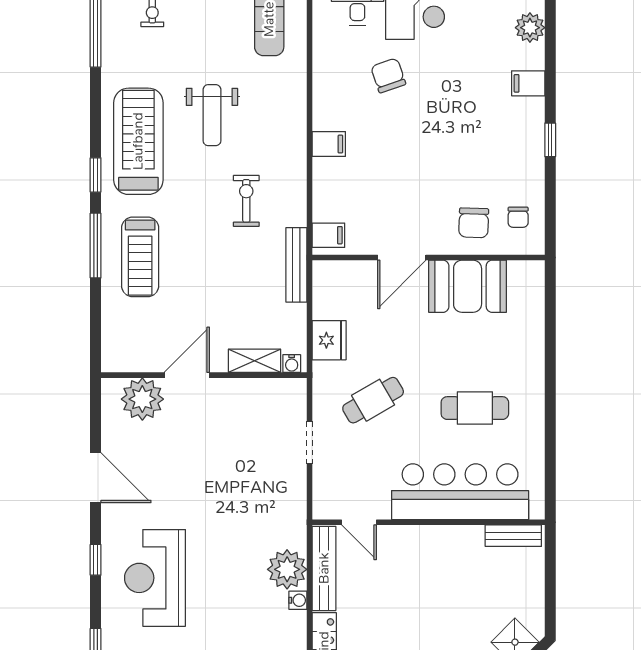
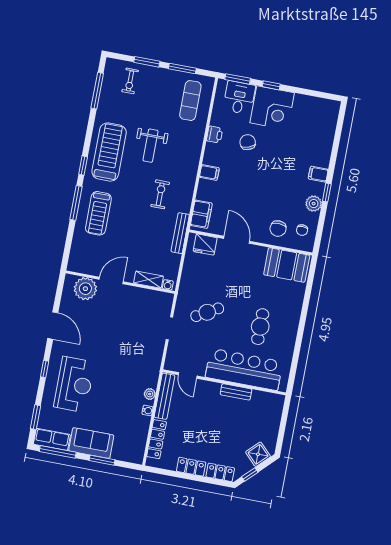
plant: (530, 28) -> (314, 204), moved
printer: (325, 73) -> (215, 135), added
filing cabinet: (528, 83) -> (318, 174), moved
filing cabinet: (328, 235) -> (201, 214), width x2.00
door: (402, 257) -> (237, 240), swing flipped
booth: (468, 286) -> (287, 265), moved
fridge: (329, 340) -> (205, 245), moved, turned 90
cafe table: (475, 408) -> (260, 327), turned 90
bench: (513, 536) -> (236, 392), moved
plant: (287, 569) -> (150, 394), width x0.53, depth x0.53
reception desk: (155, 578) -> (74, 384), turned 180

